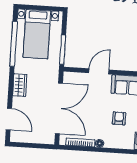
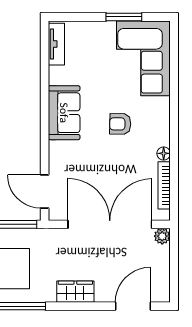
door: (99, 71) -> (45, 192), moved
plant: (50, 139) -> (162, 236), added

